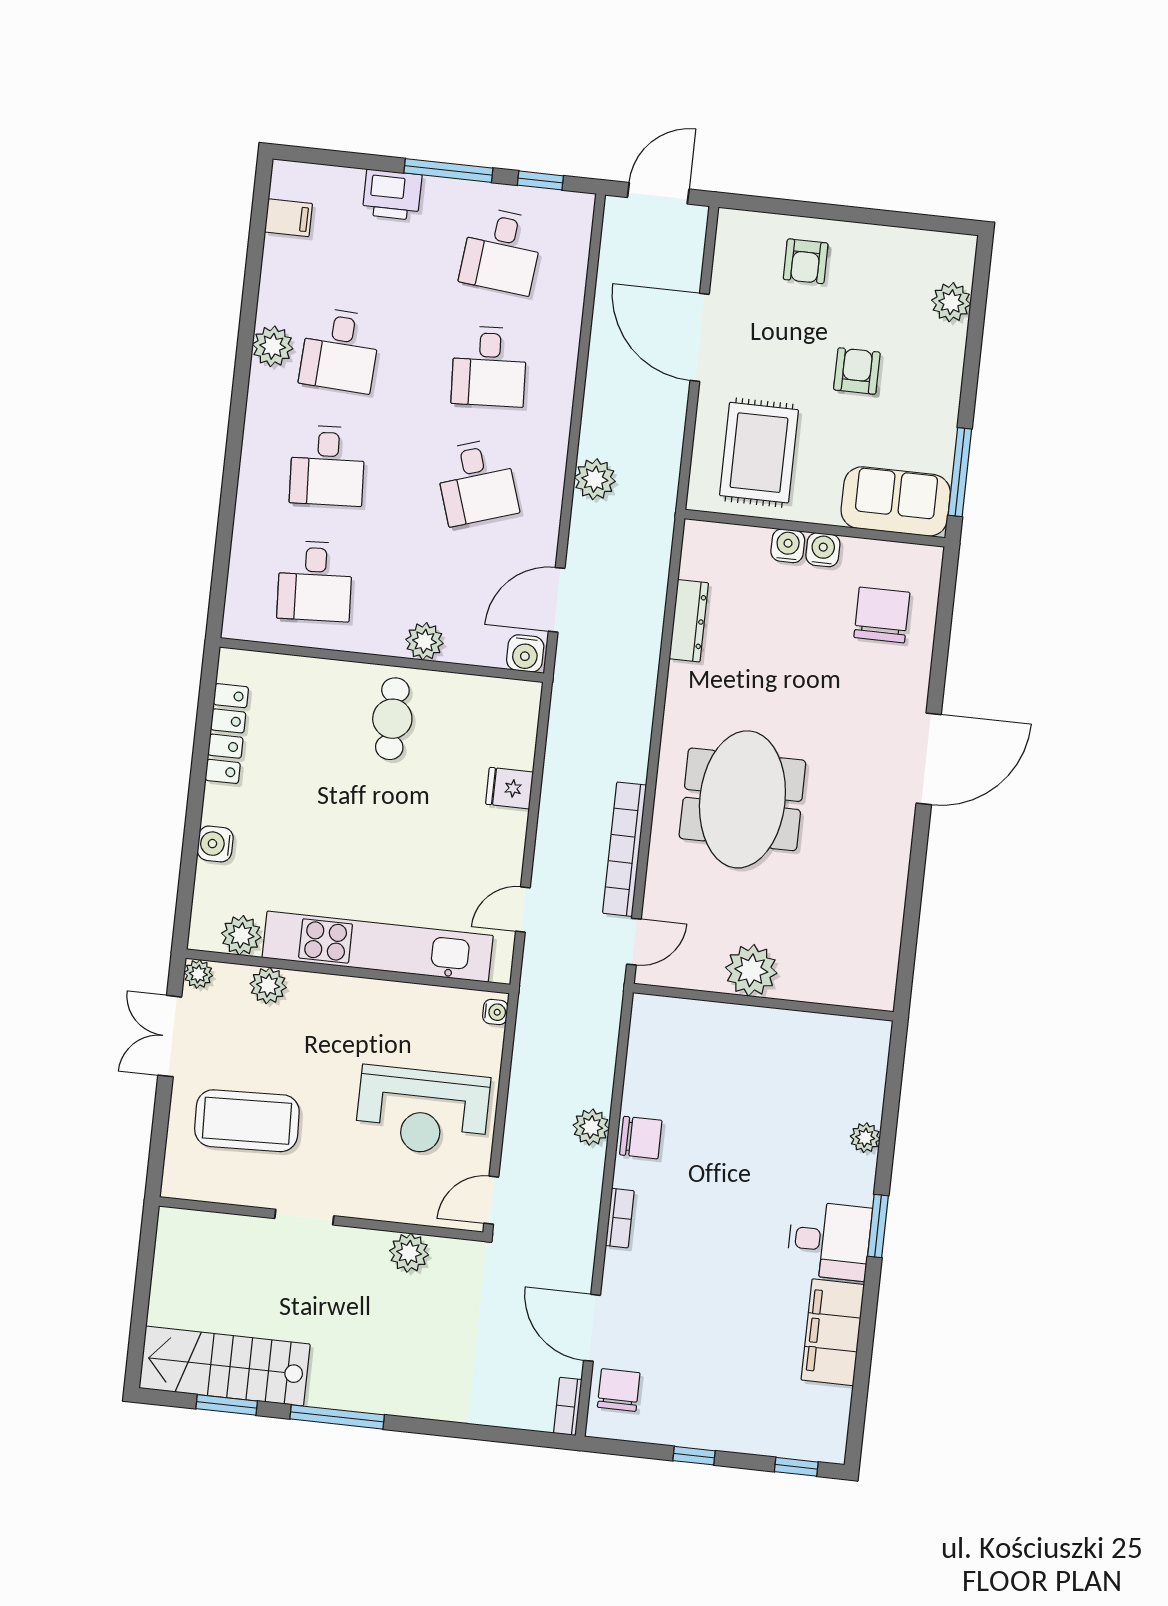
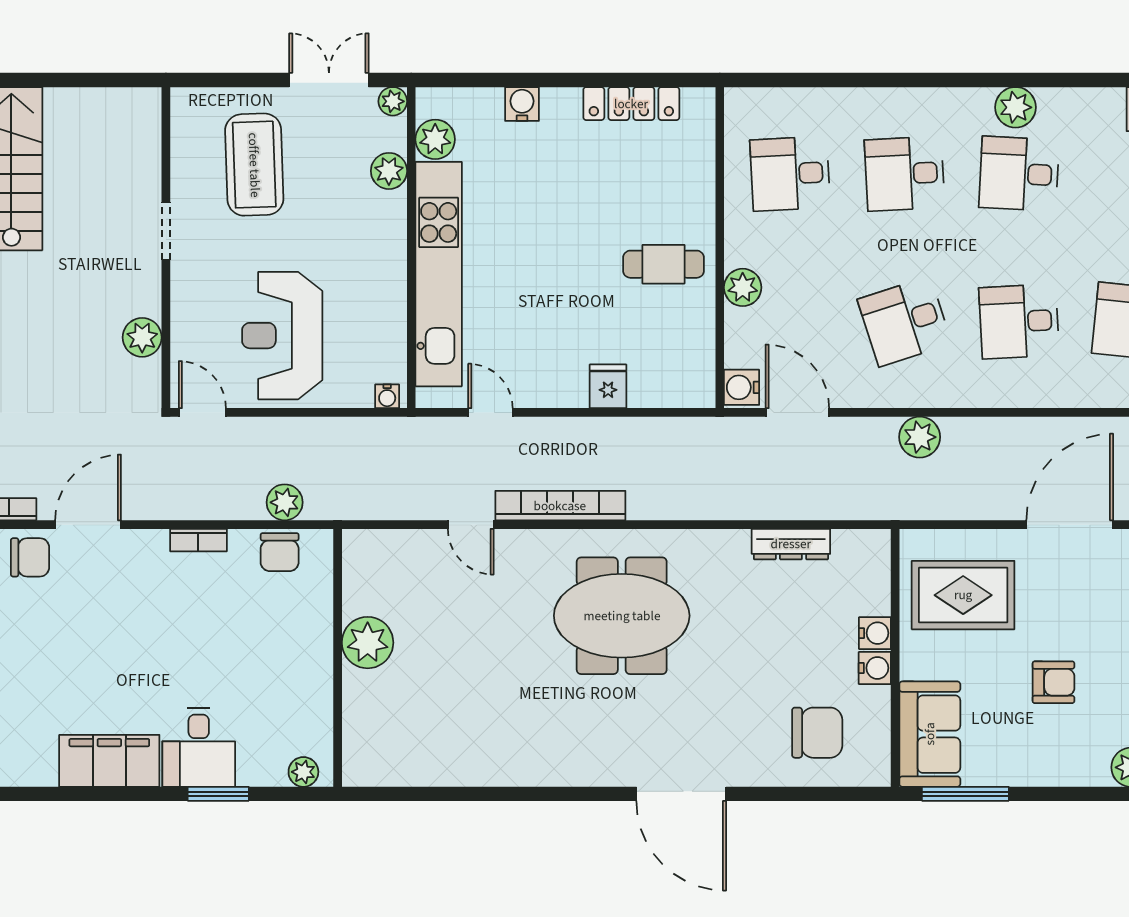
plant: (751, 970) -> (368, 643), moved
wall: (763, 1002) -> (338, 658), moved

